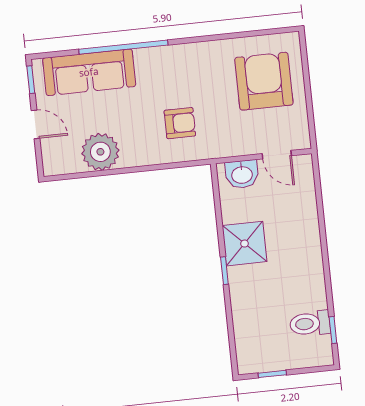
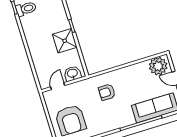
plant: (100, 152) -> (158, 66), moved
door: (277, 155) -> (58, 86), hinge flipped

